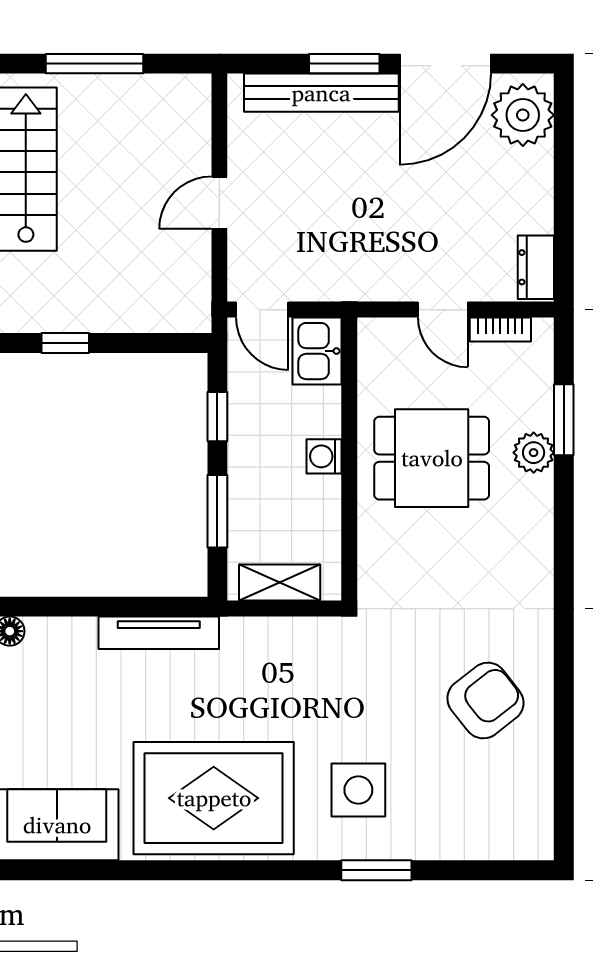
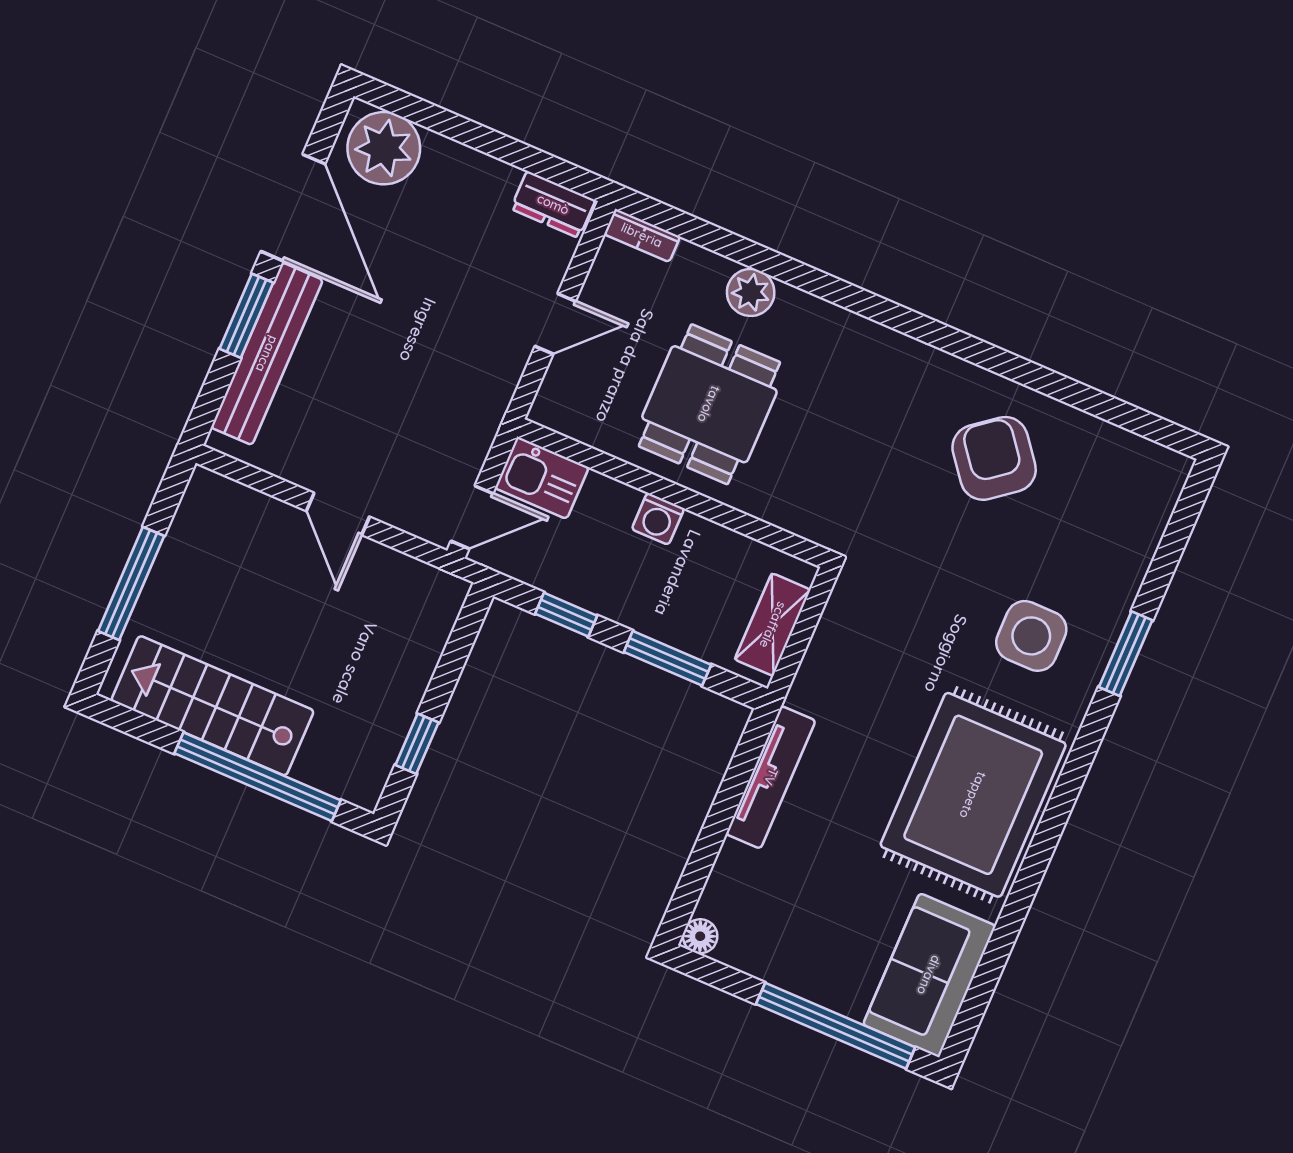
bookcase: (500, 330) -> (642, 235), moved, turned 90
window: (564, 420) -> (729, 245), removed

